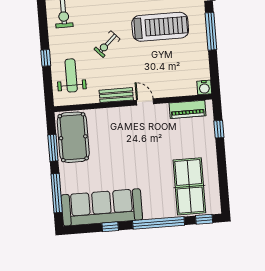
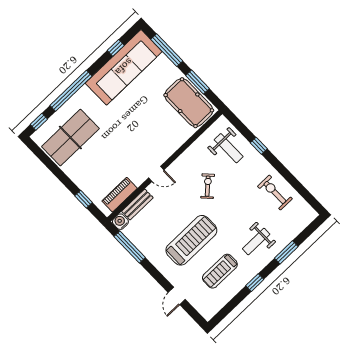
treadmill: (160, 27) -> (191, 240), turned 180
window: (211, 31) -> (130, 247), moved
exercise bike: (107, 44) -> (208, 186), moved
bench: (116, 95) -> (137, 205), moved
table tennis table: (189, 186) -> (70, 138), turned 90
window: (110, 227) -> (116, 48), moved

